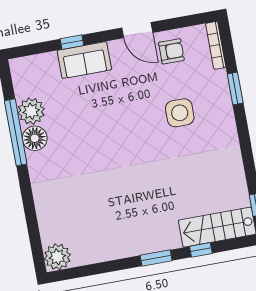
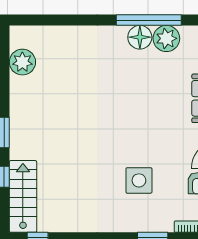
plant: (57, 257) -> (22, 62), moved

